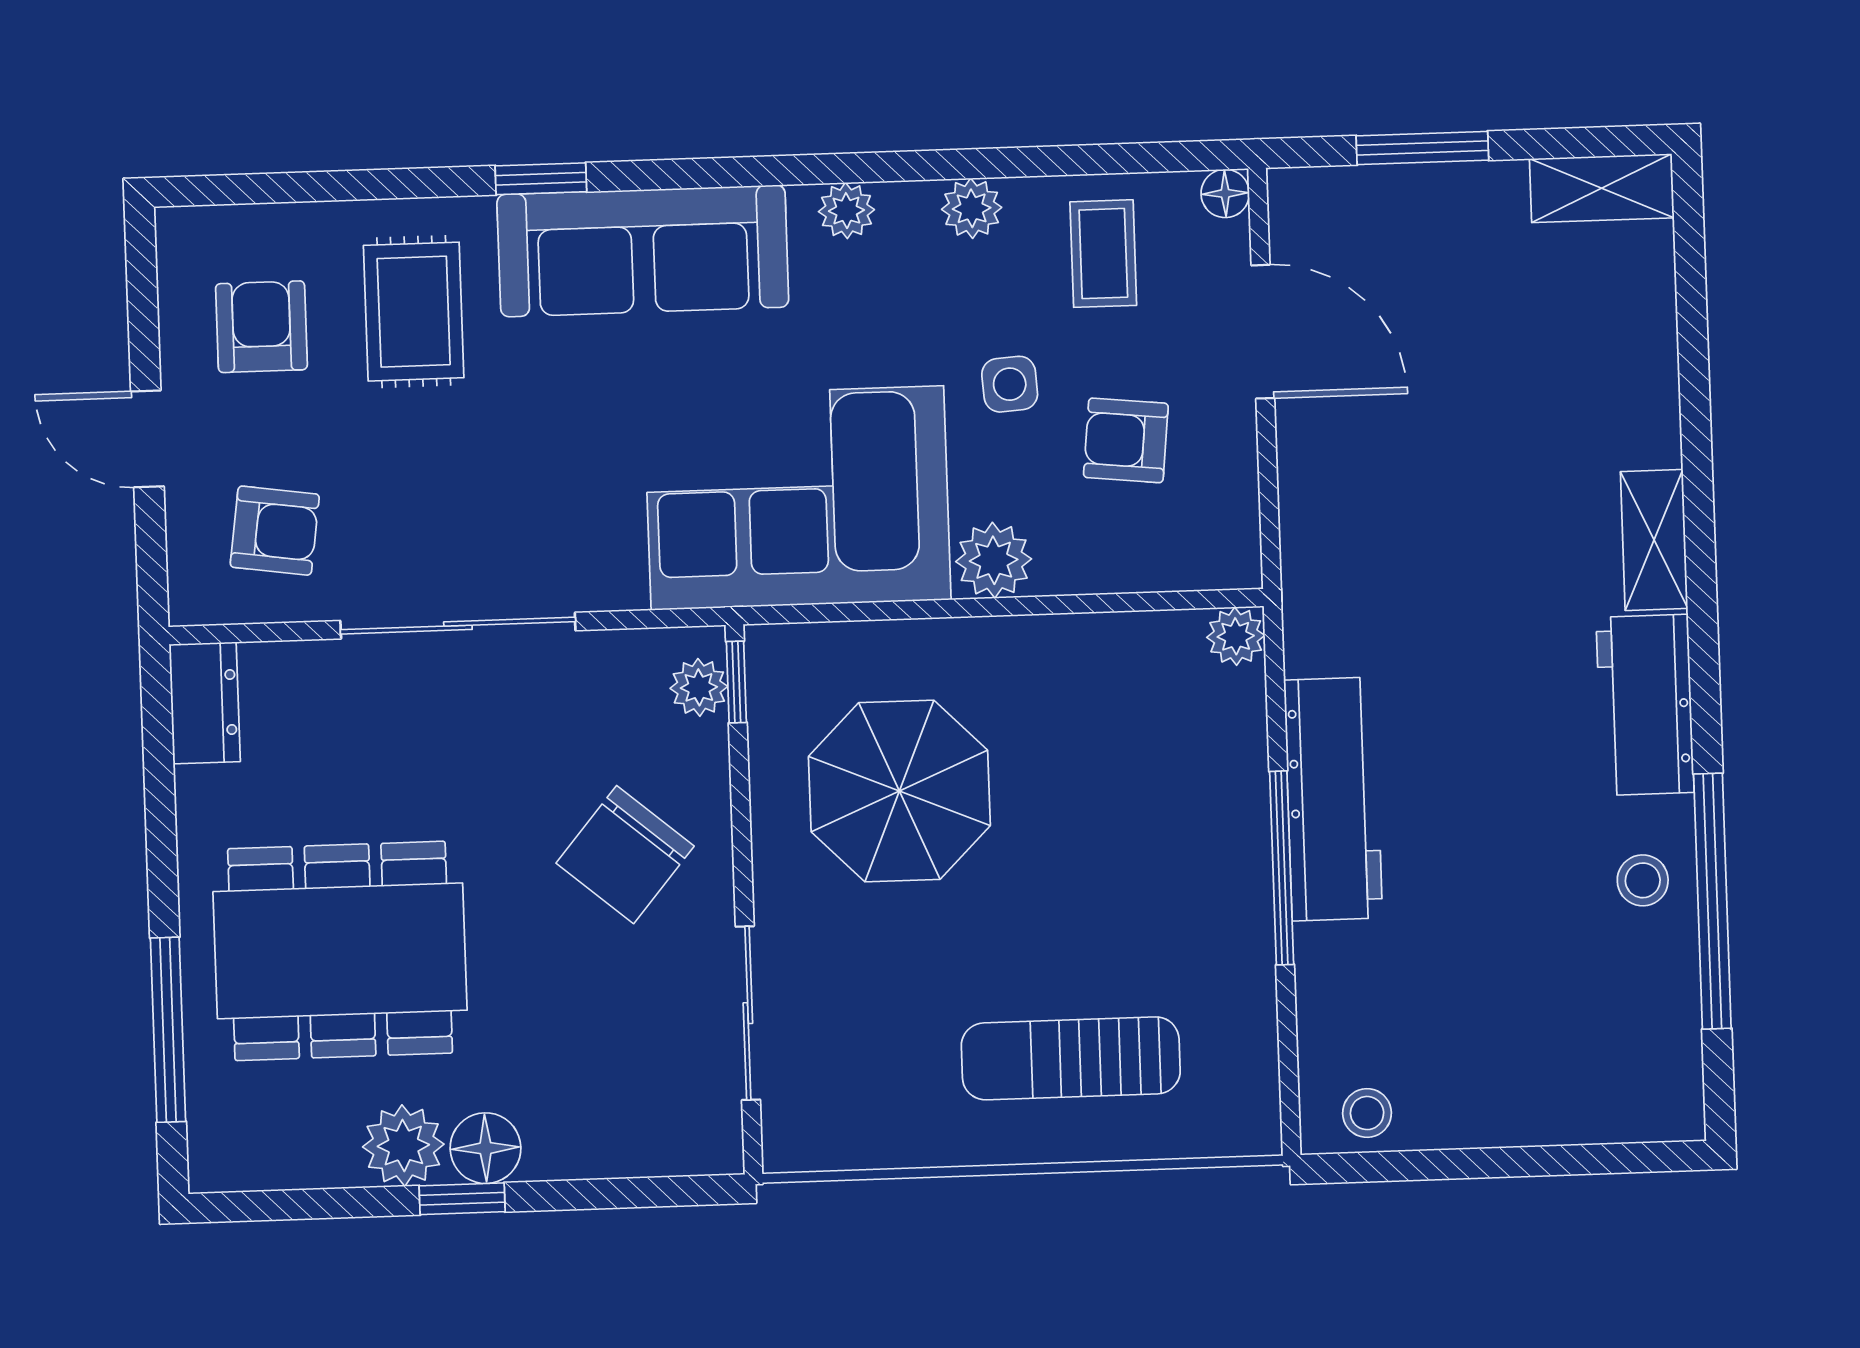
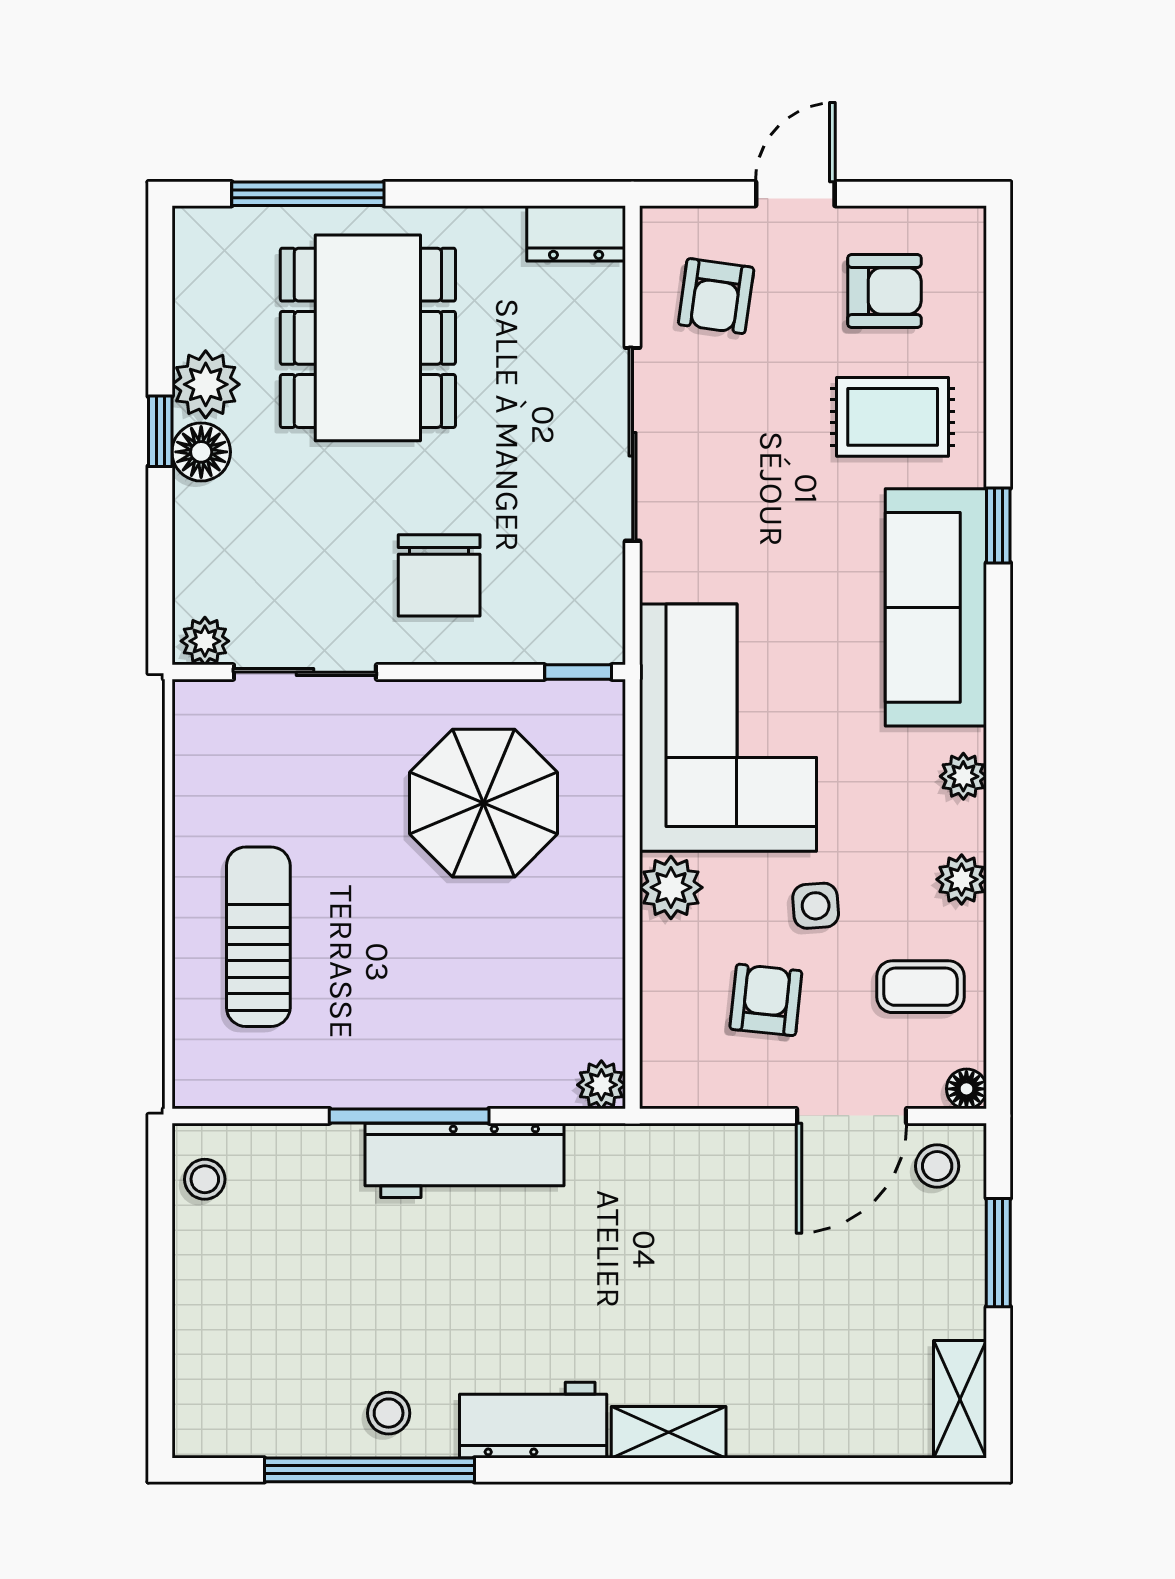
stool: (1320, 226) -> (937, 1166), added
plant: (699, 687) -> (205, 641), moved
chair: (625, 855) -> (439, 575), turned -130

